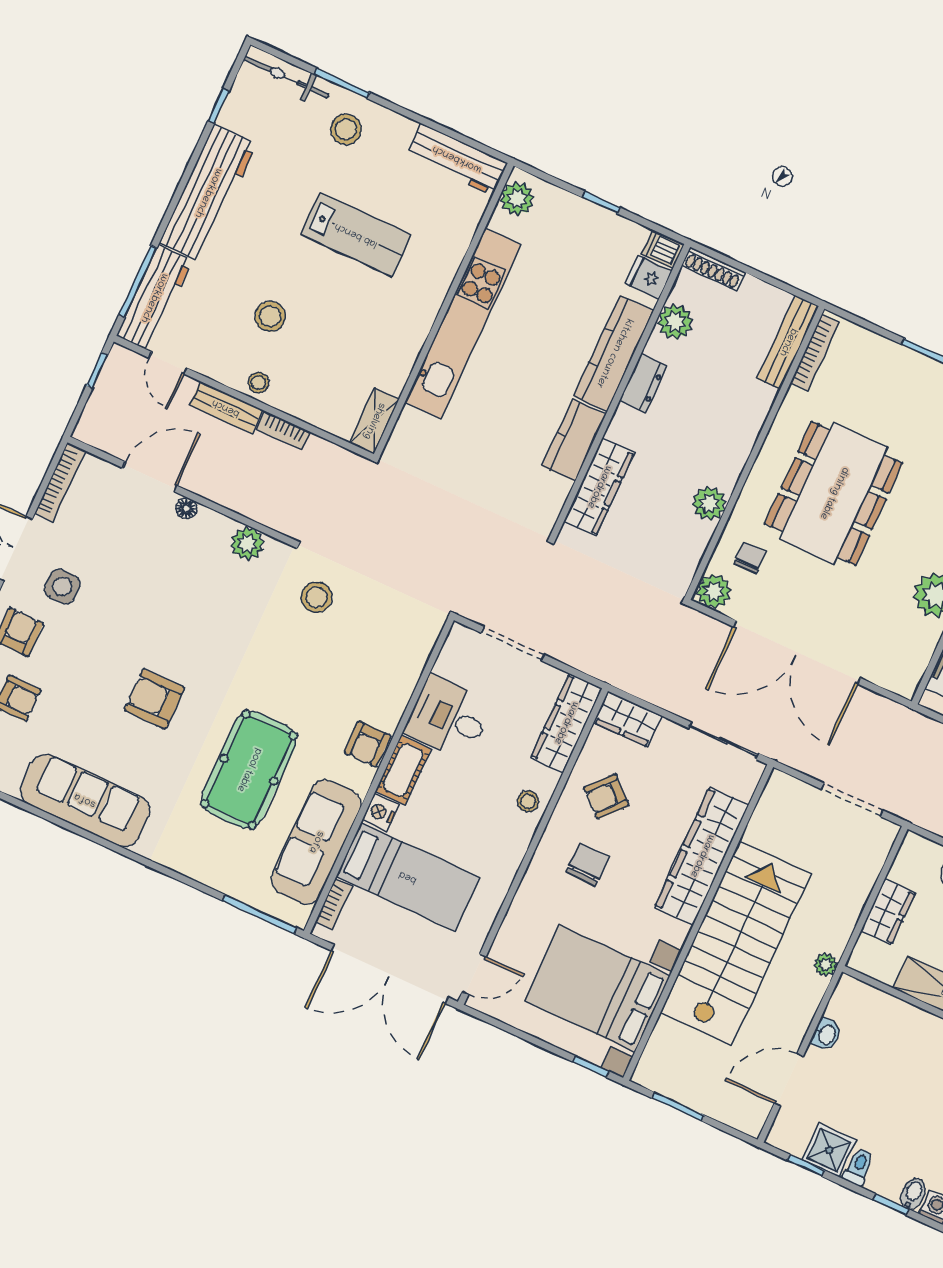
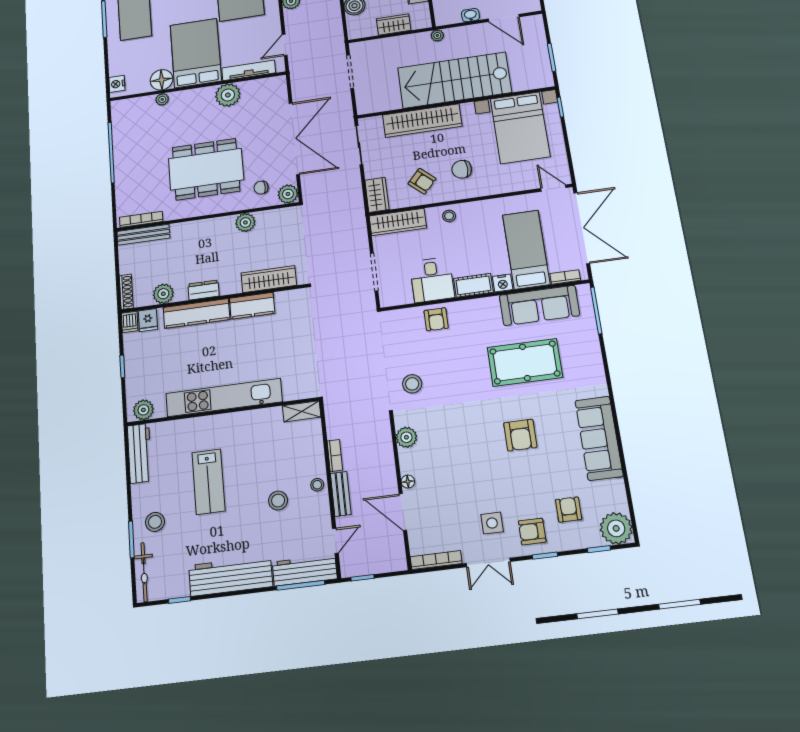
lab bench: (356, 235) -> (208, 482), turned 180
armchair: (367, 744) -> (436, 319), moved, turned 90

